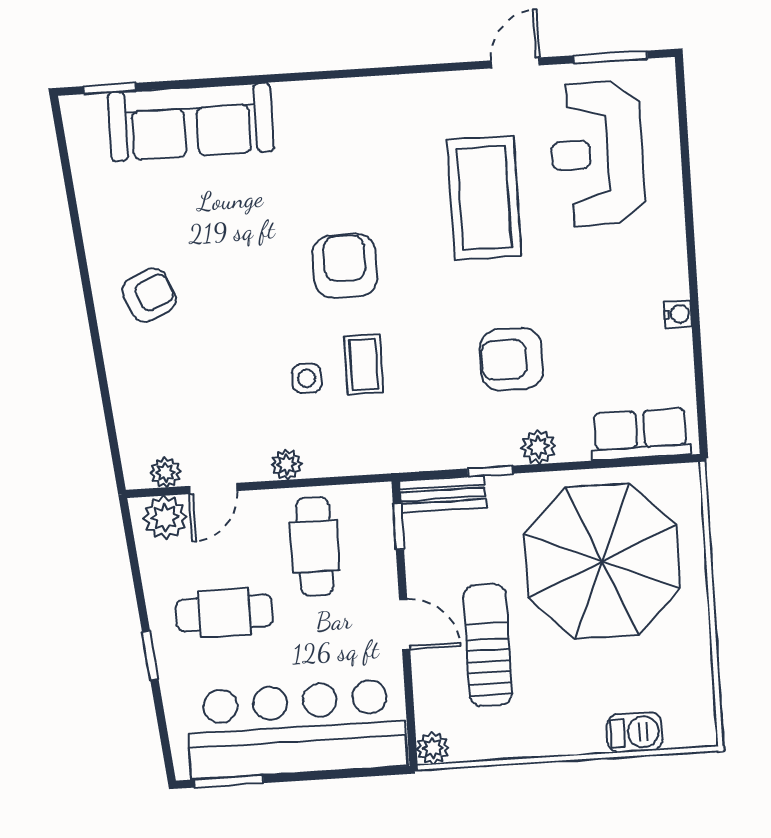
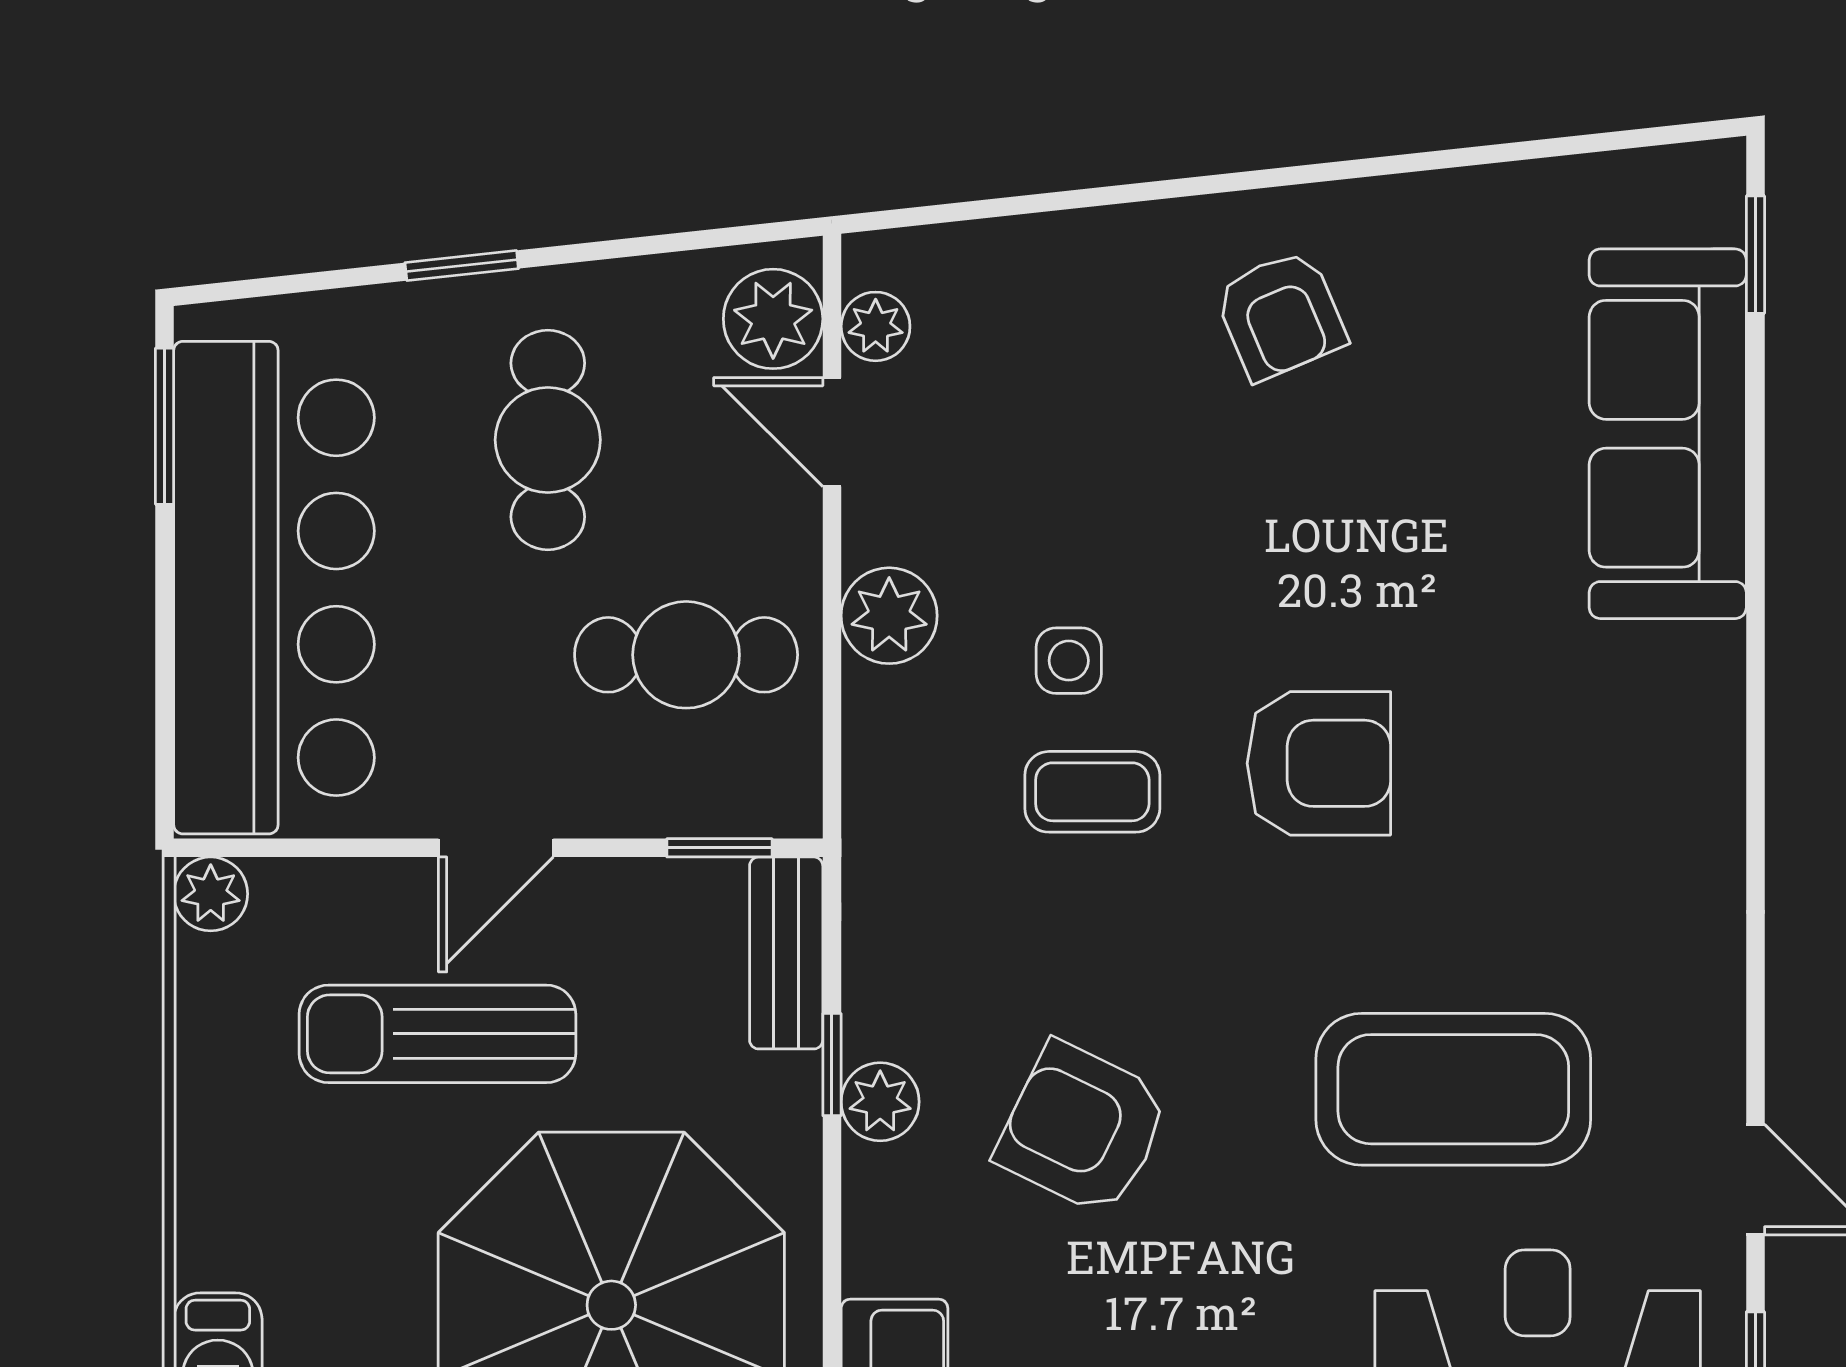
armchair: (511, 359) -> (1083, 1128), turned -64
plant: (538, 447) -> (880, 1102), moved
plant: (287, 464) -> (889, 616), width x1.38, depth x1.38
sun lounger: (488, 645) -> (437, 1034), turned 180

